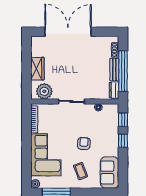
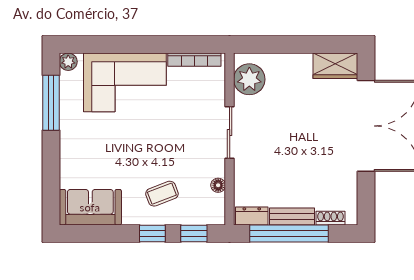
wardrobe: (37, 69) -> (335, 66), moved
armchair: (84, 144) -> (147, 157), removed
coffee table: (81, 171) -> (162, 194), moved

